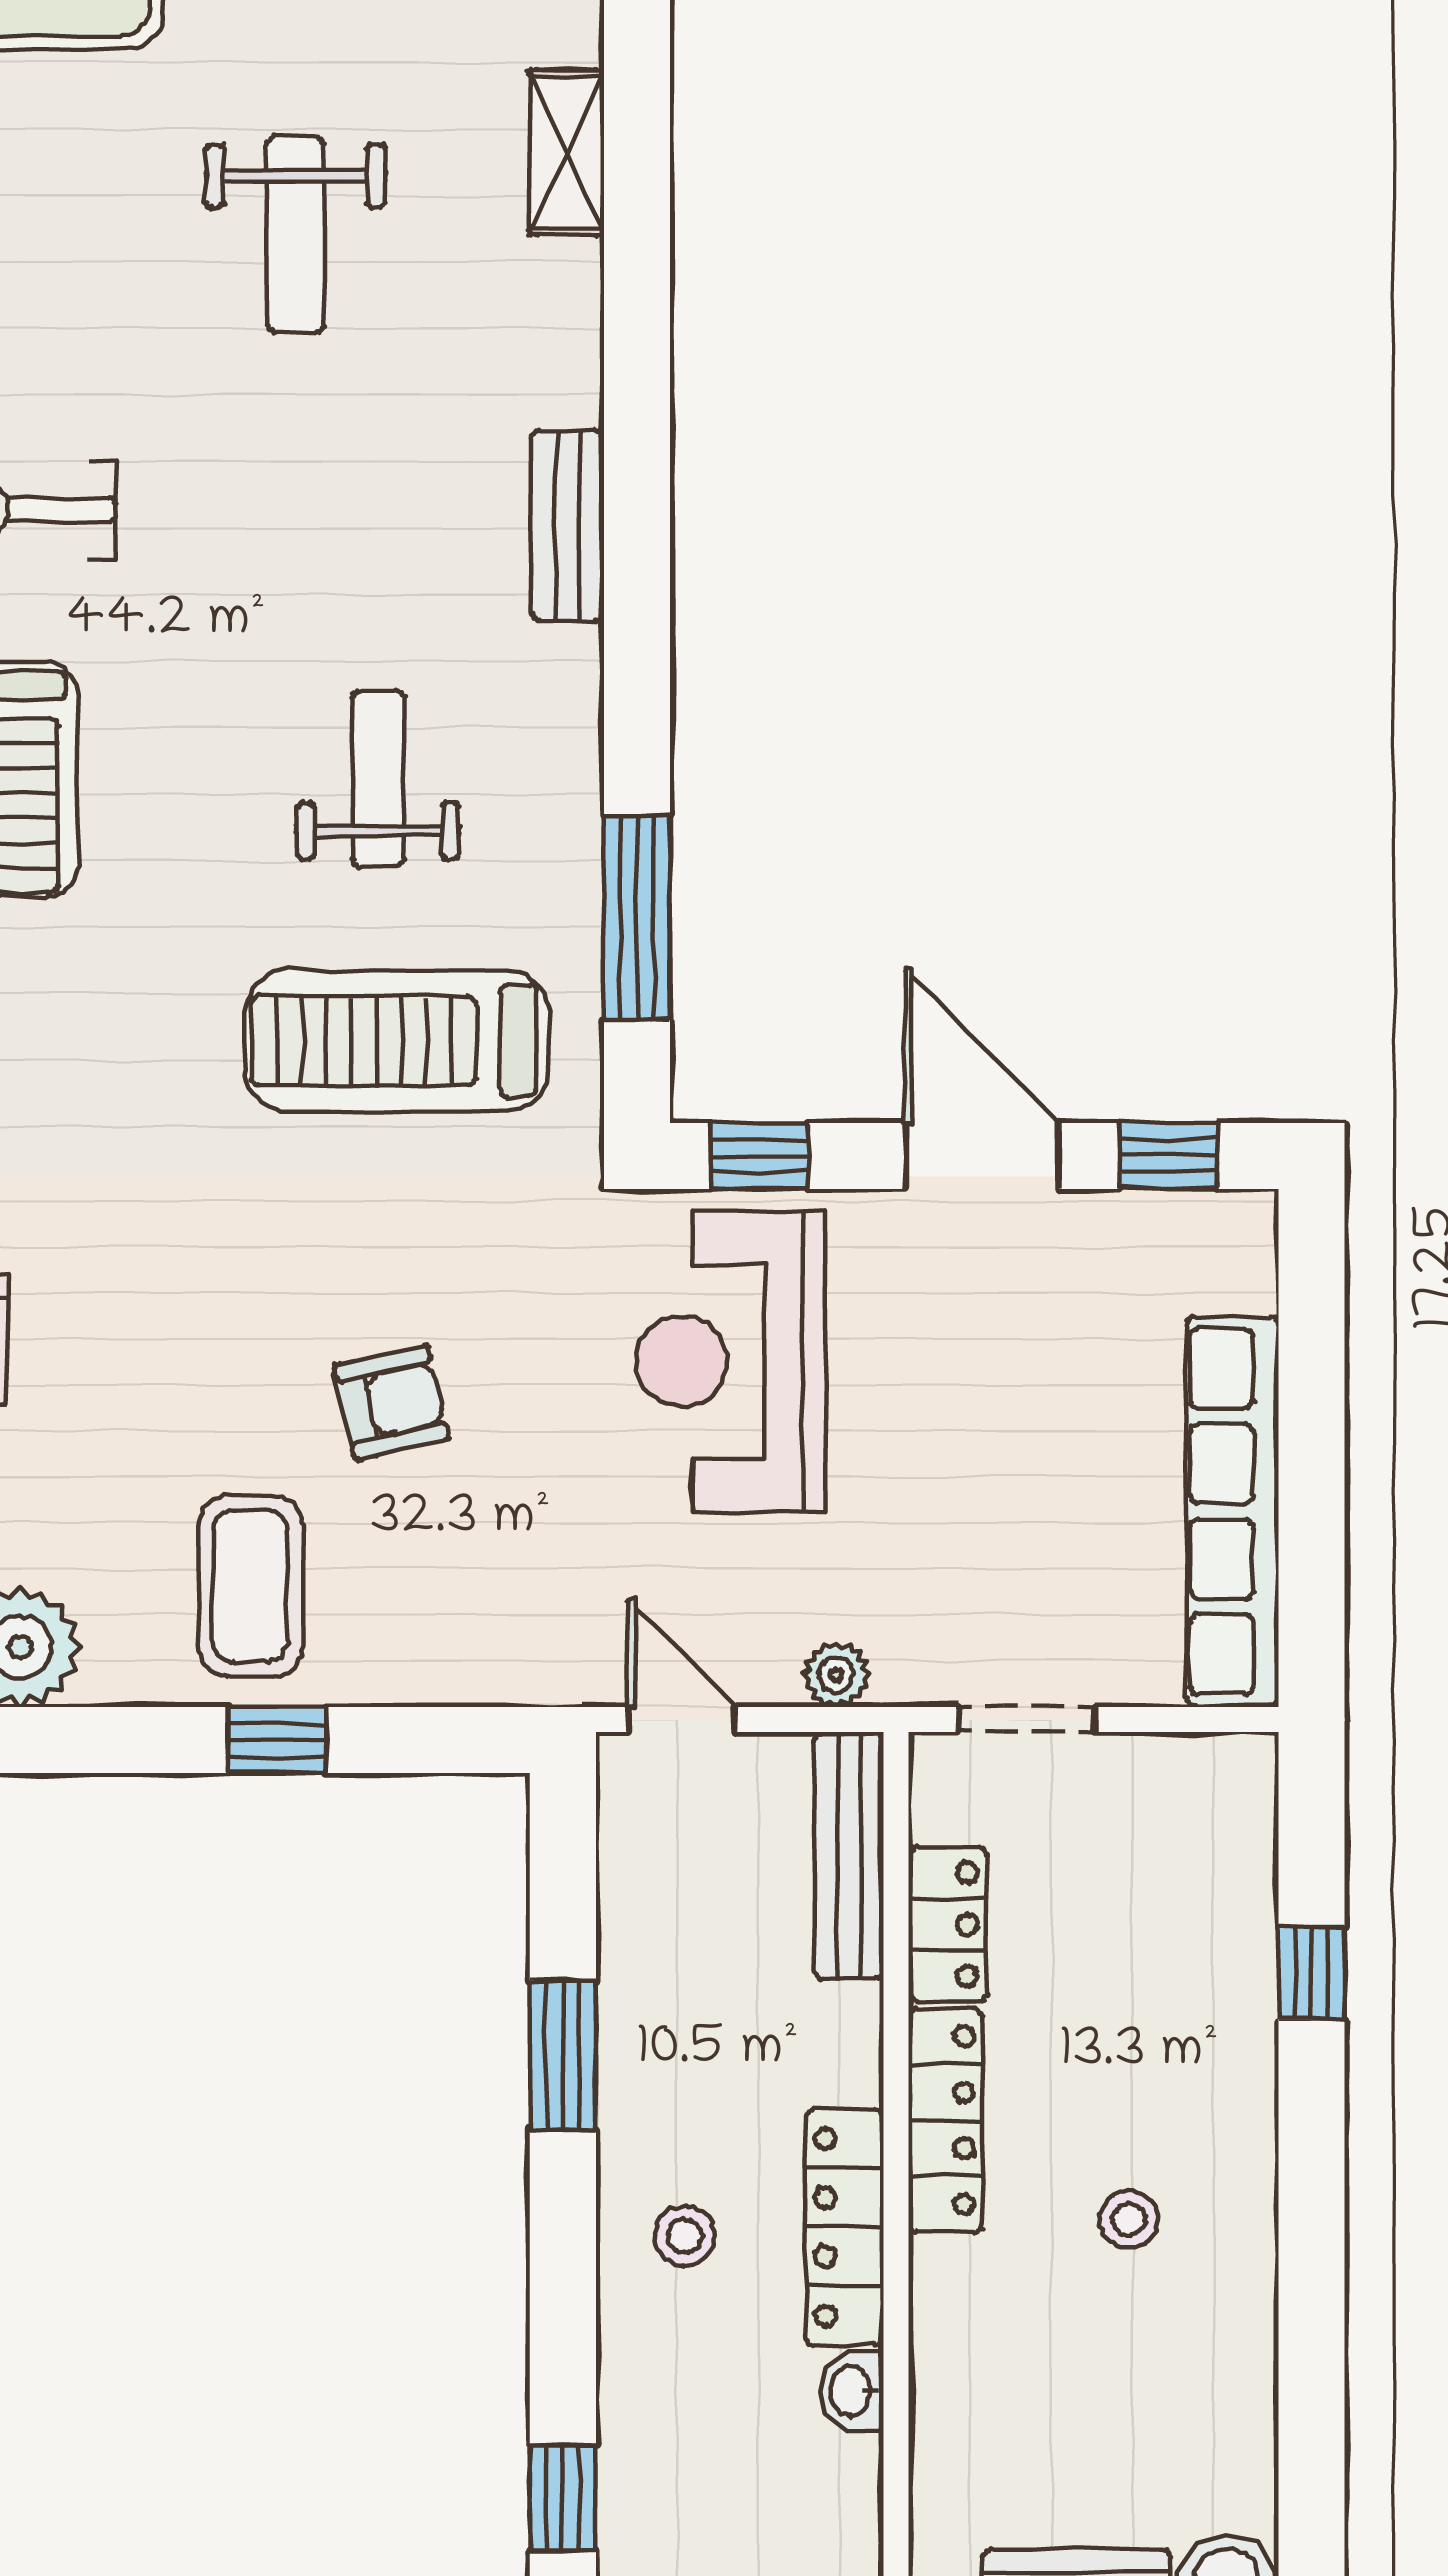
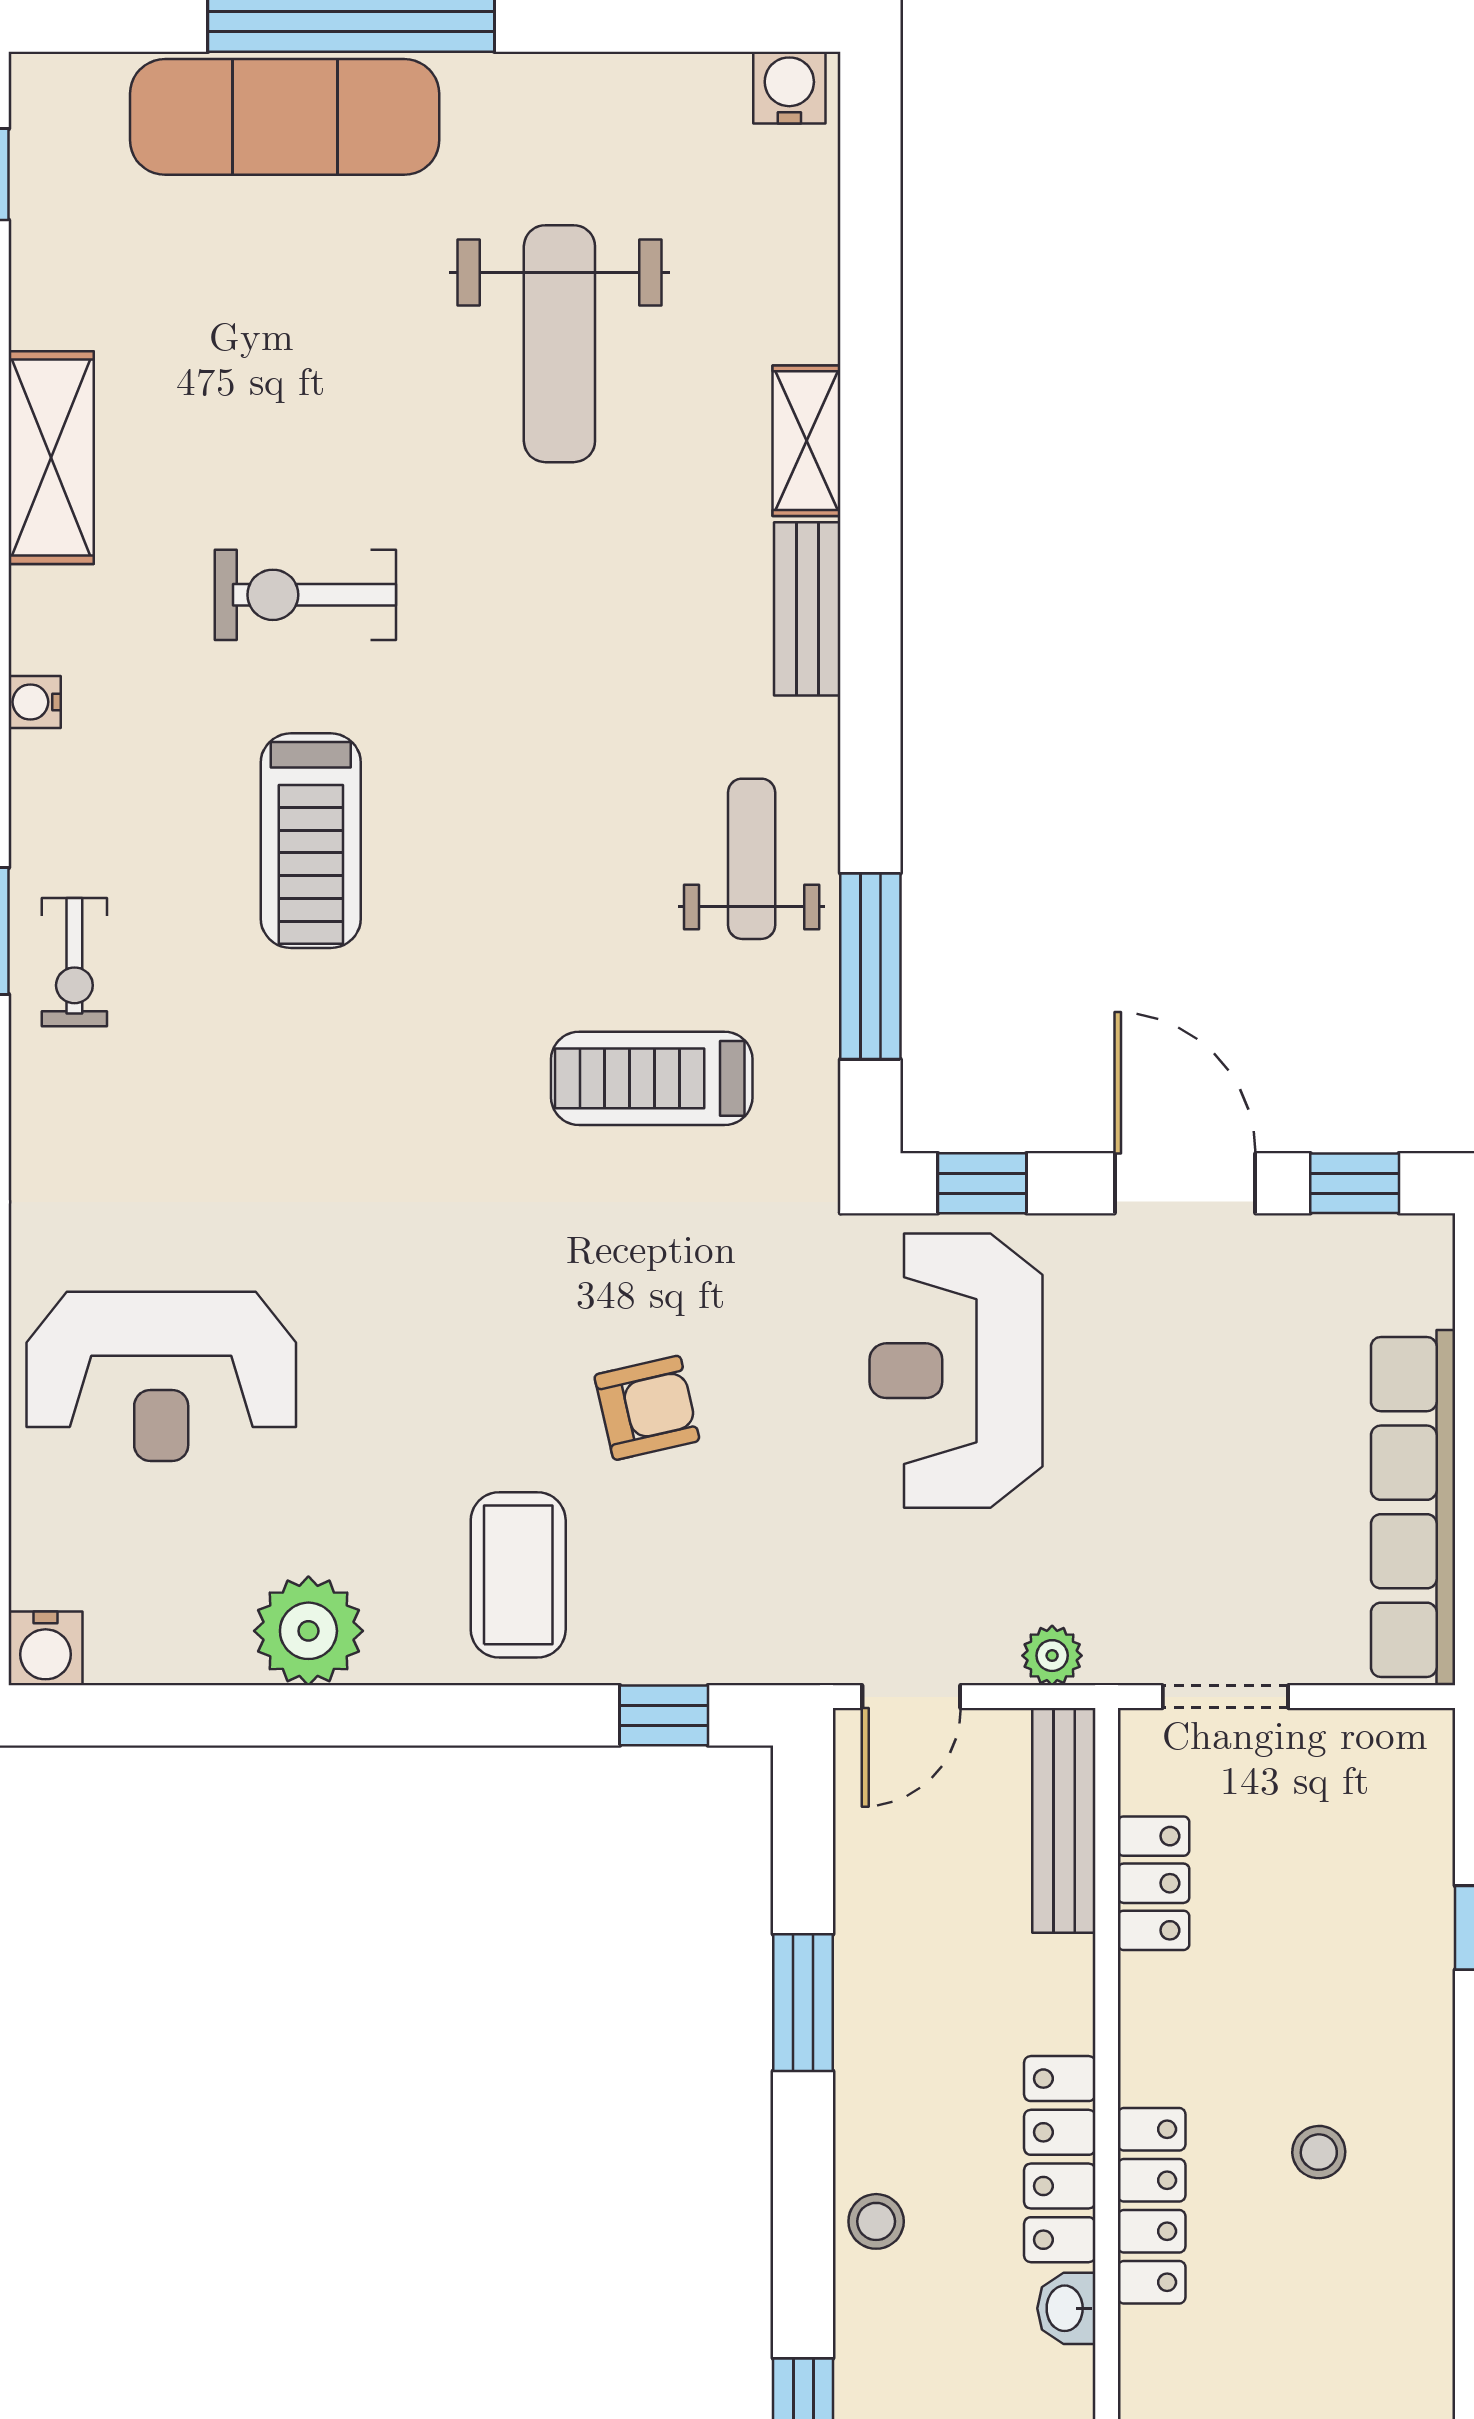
shelving: (567, 152) -> (807, 441), moved
weight bench: (296, 234) -> (559, 344), width x1.36, depth x1.33
weight bench: (378, 778) -> (752, 859), moved
treadmill: (397, 1041) -> (652, 1078), width x0.73, depth x0.73
door: (682, 1720) -> (911, 1697), swing flipped
window: (277, 1740) -> (664, 1715), moved
locker: (945, 2120) -> (1152, 2206), moved
stool: (685, 2236) -> (876, 2221), moved

